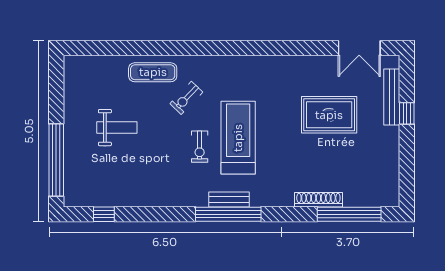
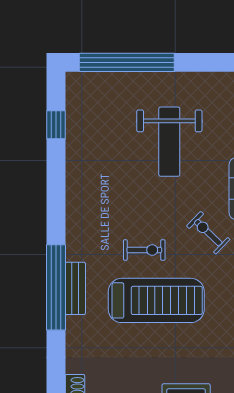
weight bench: (117, 128) -> (169, 142), width x1.36, depth x1.33
exercise bike: (200, 147) -> (144, 250), turned 180

